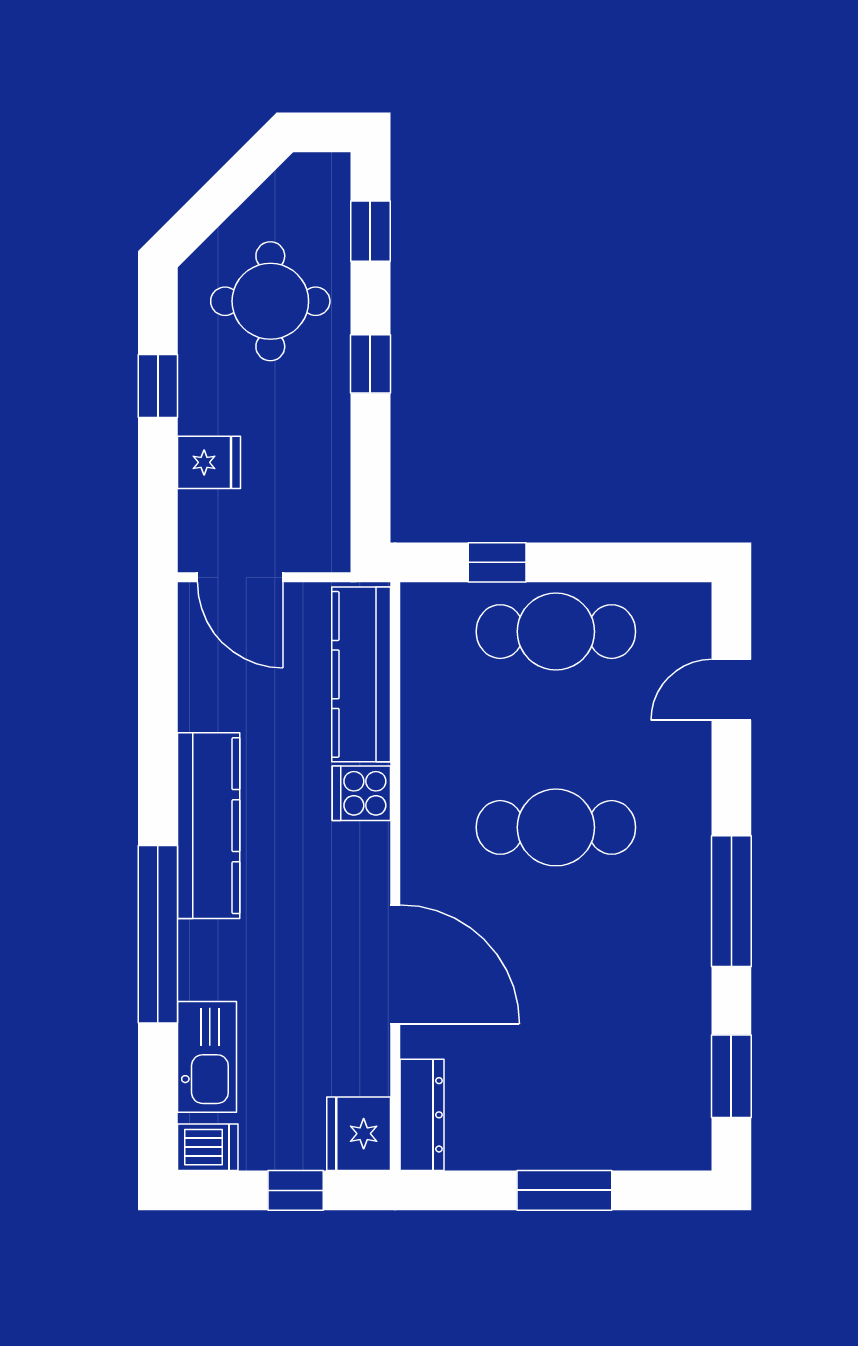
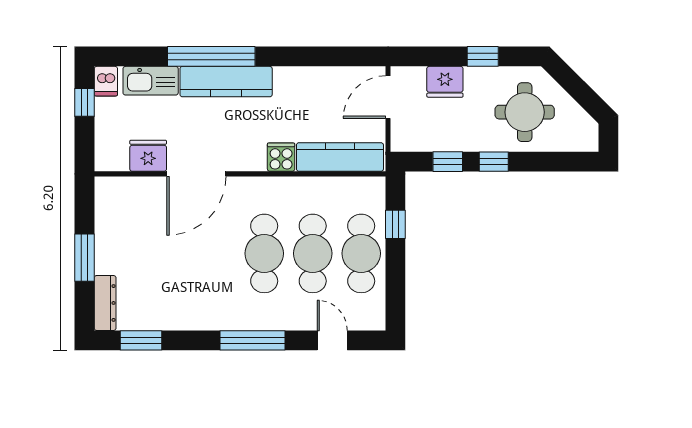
window: (370, 231) -> (448, 162), moved
fridge: (209, 462) -> (445, 82), width x1.38
cafe table: (556, 729) -> (313, 253), added
kitchen counter: (209, 826) -> (226, 82), moved
window: (731, 901) -> (253, 340), moved
dresser: (422, 1115) -> (105, 303), moved, turned -90
fridge: (359, 1134) -> (148, 156), moved
window: (296, 1190) -> (85, 102), moved

